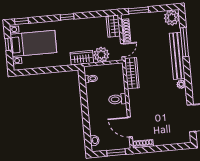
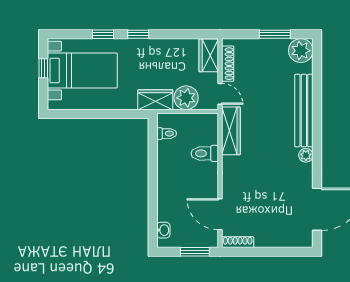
window: (139, 10) -> (275, 34), moved
window: (22, 21) -> (103, 34), moved
window: (184, 42) -> (317, 90), removed
door: (123, 50) -> (220, 94), hinge flipped
toilet: (117, 99) -> (205, 153), moved

